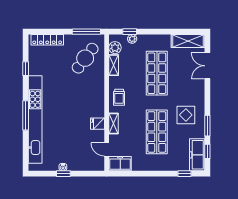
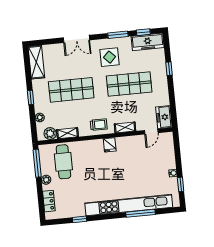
window: (130, 32) -> (31, 97), moved
plant: (69, 39) -> (46, 180), added
locker: (47, 40) -> (49, 201), width x0.66
cafe table: (85, 58) -> (63, 162), turned 53
double door: (207, 66) -> (76, 39), moved
window: (26, 115) -> (140, 213), moved
fridge: (98, 124) -> (110, 145), moved
window: (63, 174) -> (181, 184), moved
window: (184, 174) -> (169, 69), moved

